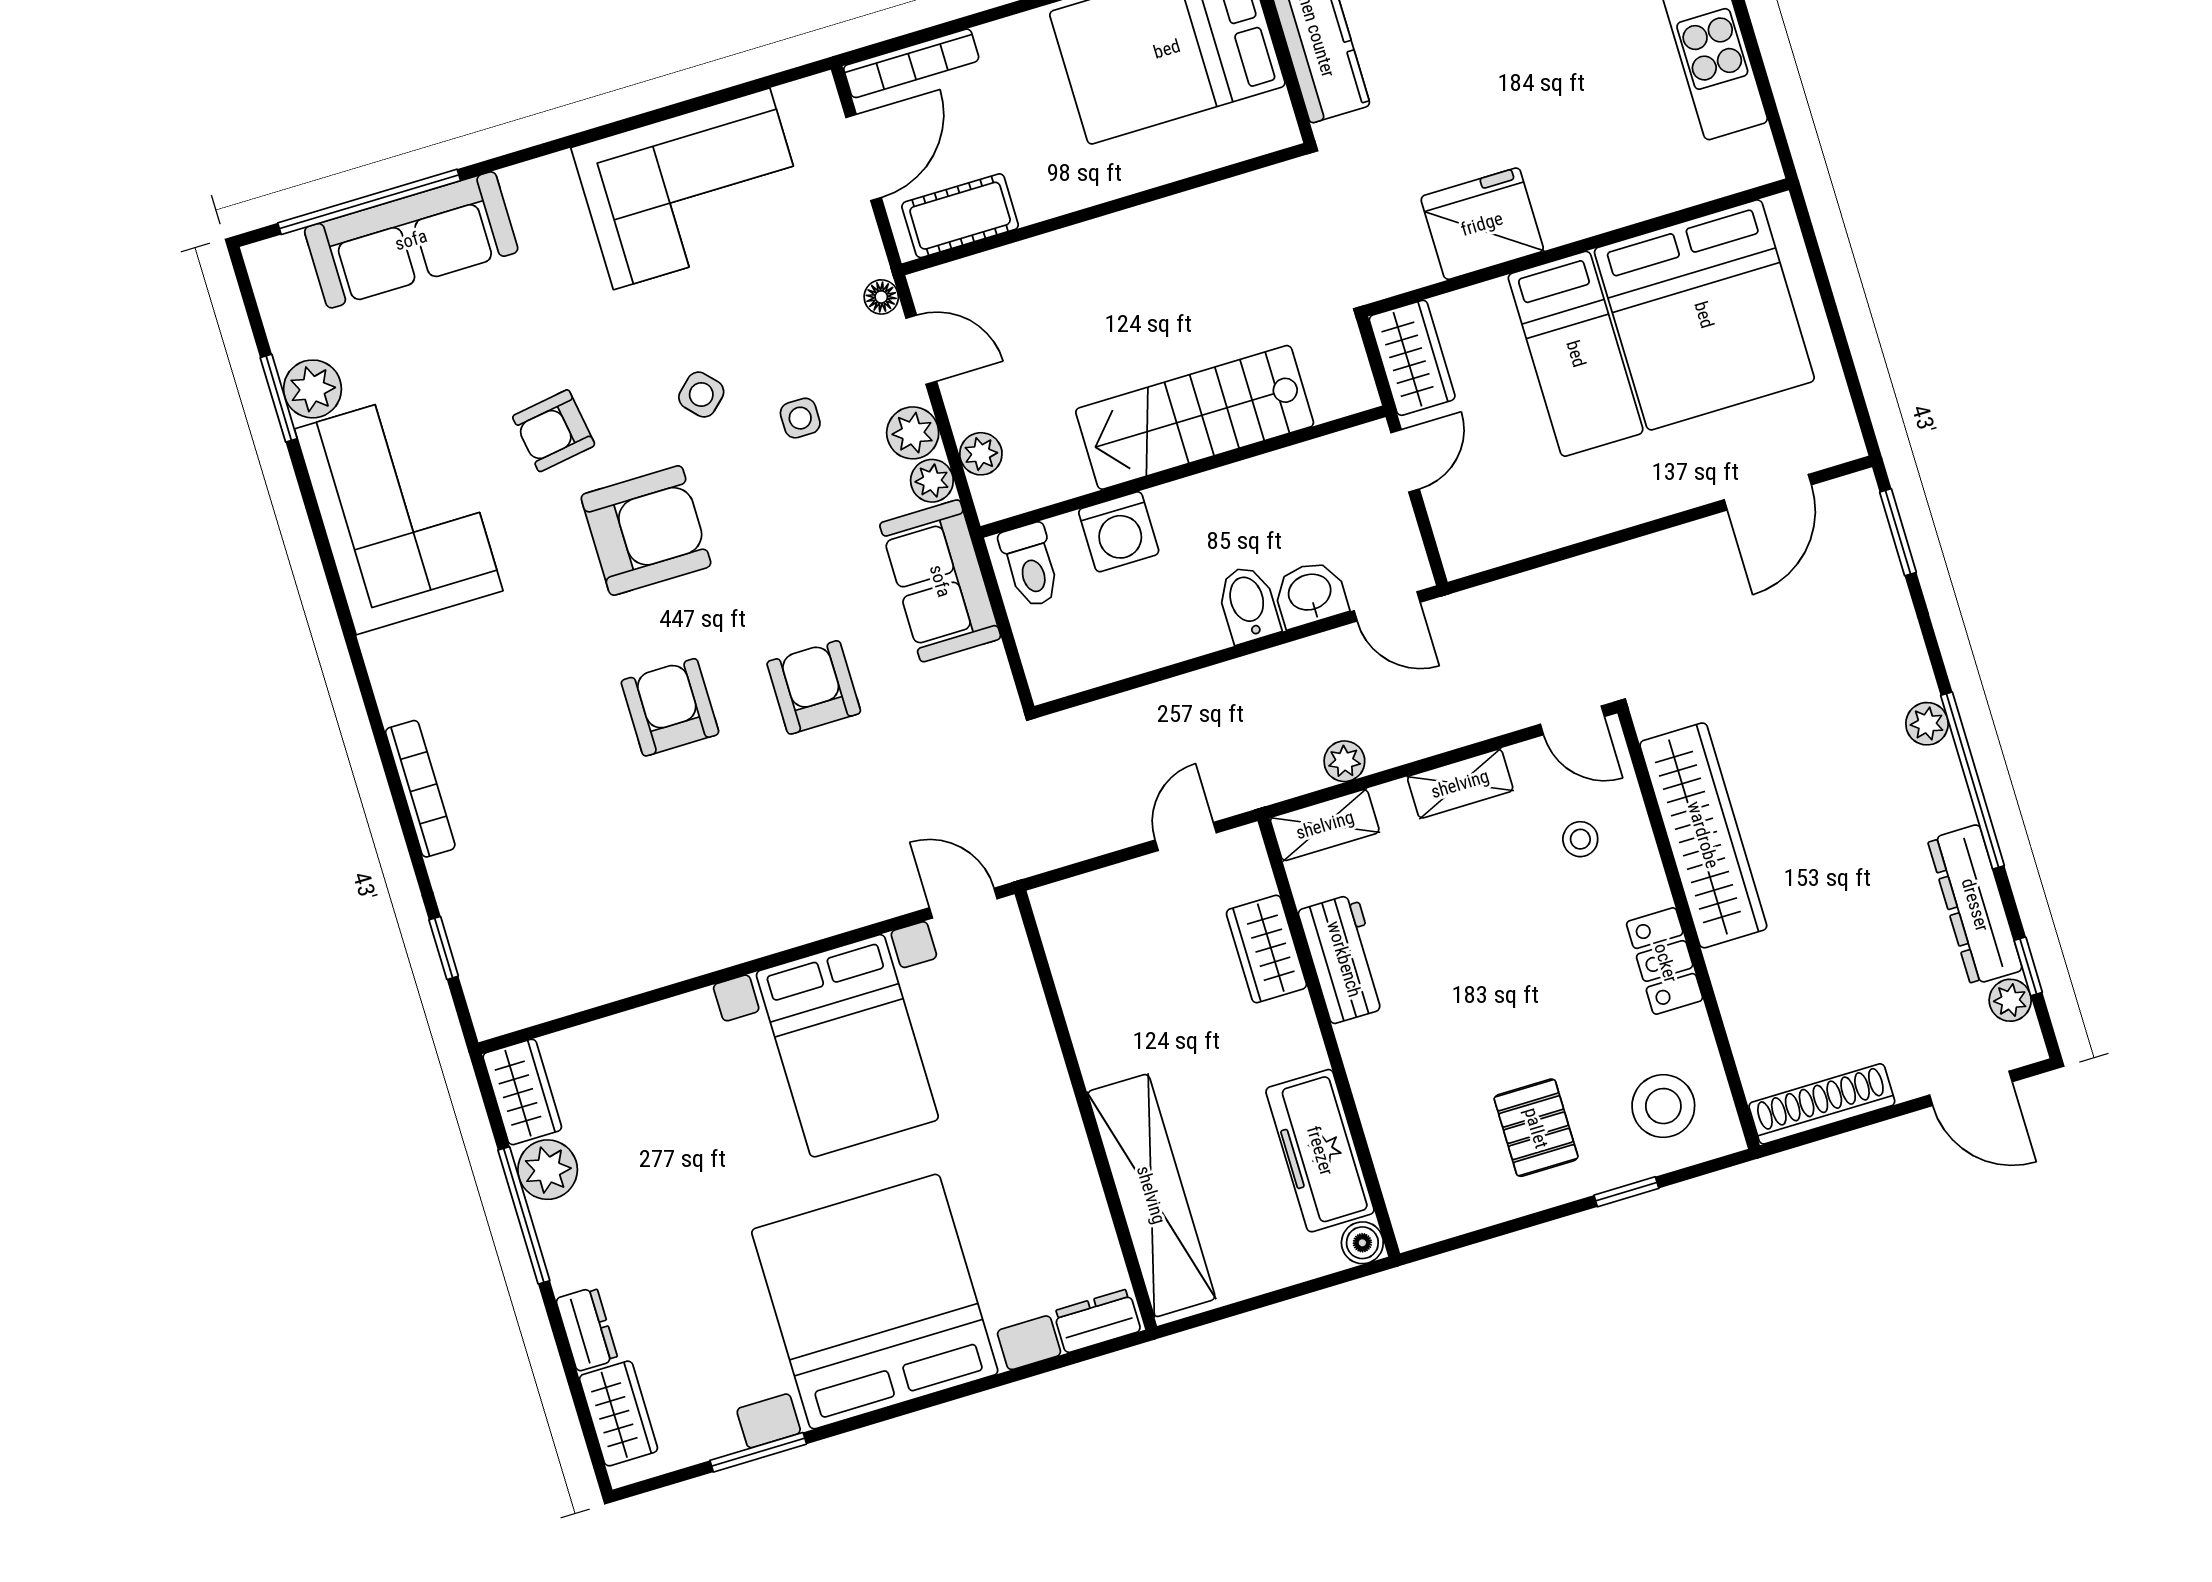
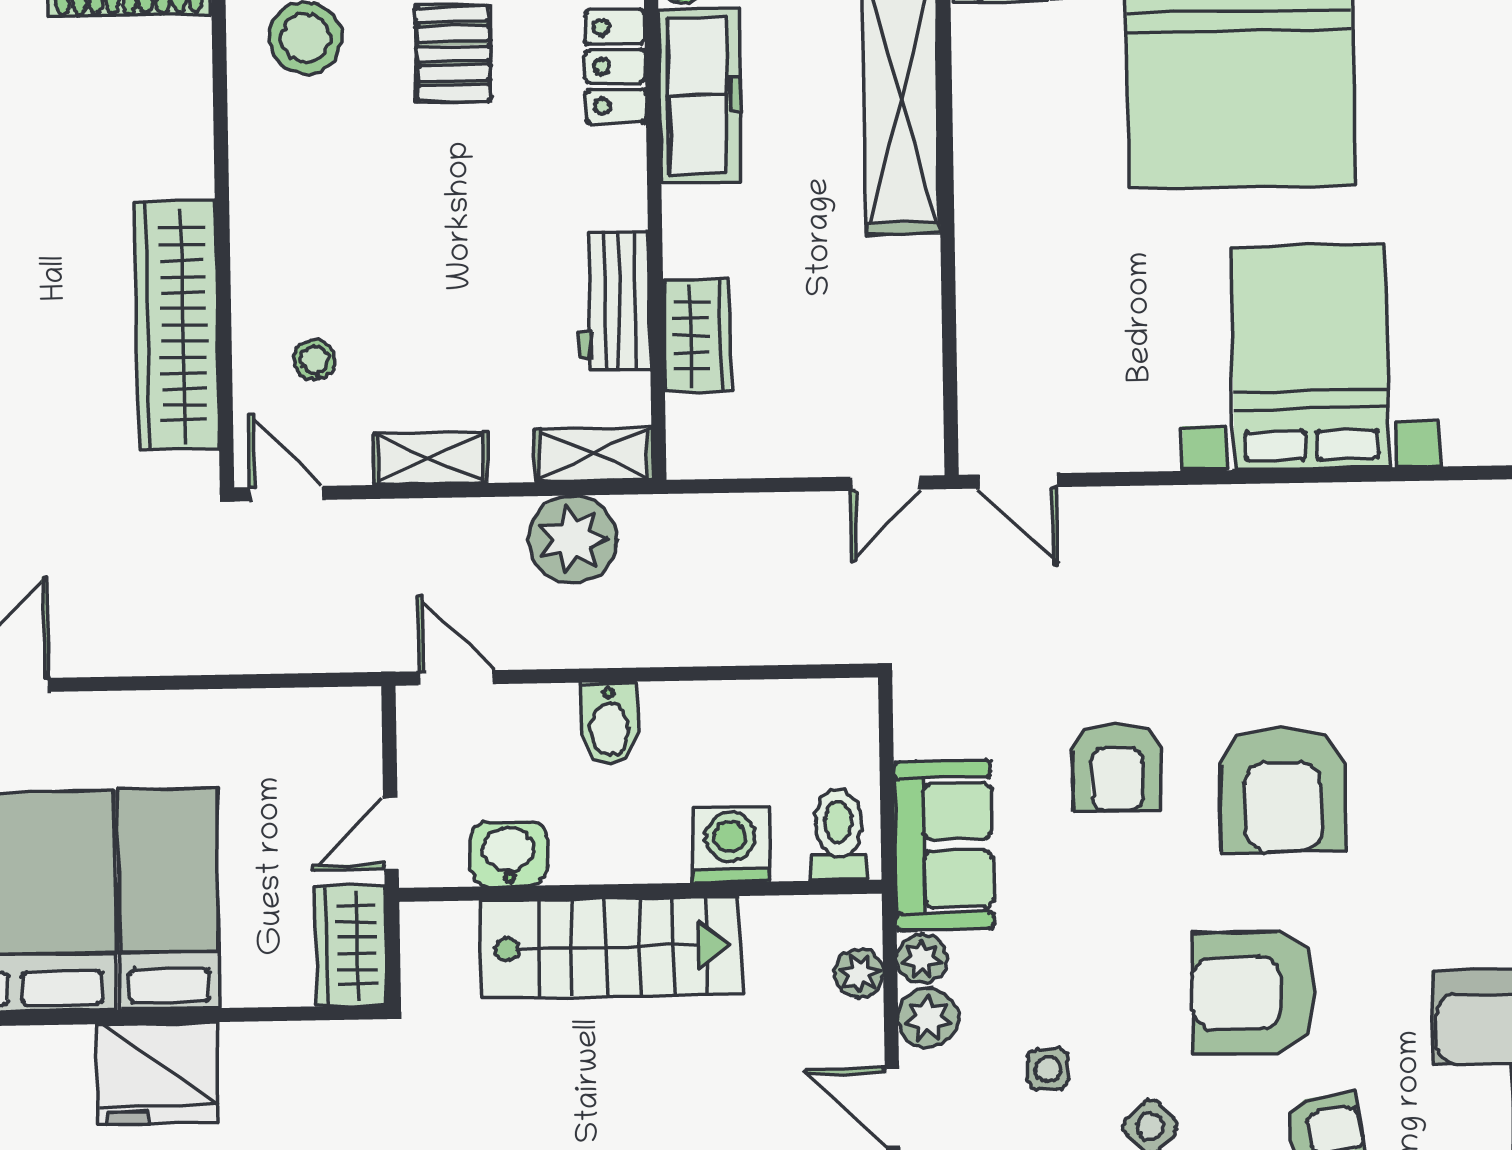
fridge: (1482, 224) -> (158, 1074), moved
washbasin: (1310, 594) -> (509, 854), moved, turned 180
armchair: (670, 707) -> (1283, 789), width x1.36, depth x1.36
plant: (1344, 761) -> (572, 539), width x1.88, depth x1.88
door: (1186, 836) -> (885, 483), moved
locker: (1665, 961) -> (615, 66), moved, turned 180
bed with nightstands: (847, 1046) -> (1310, 357), moved

